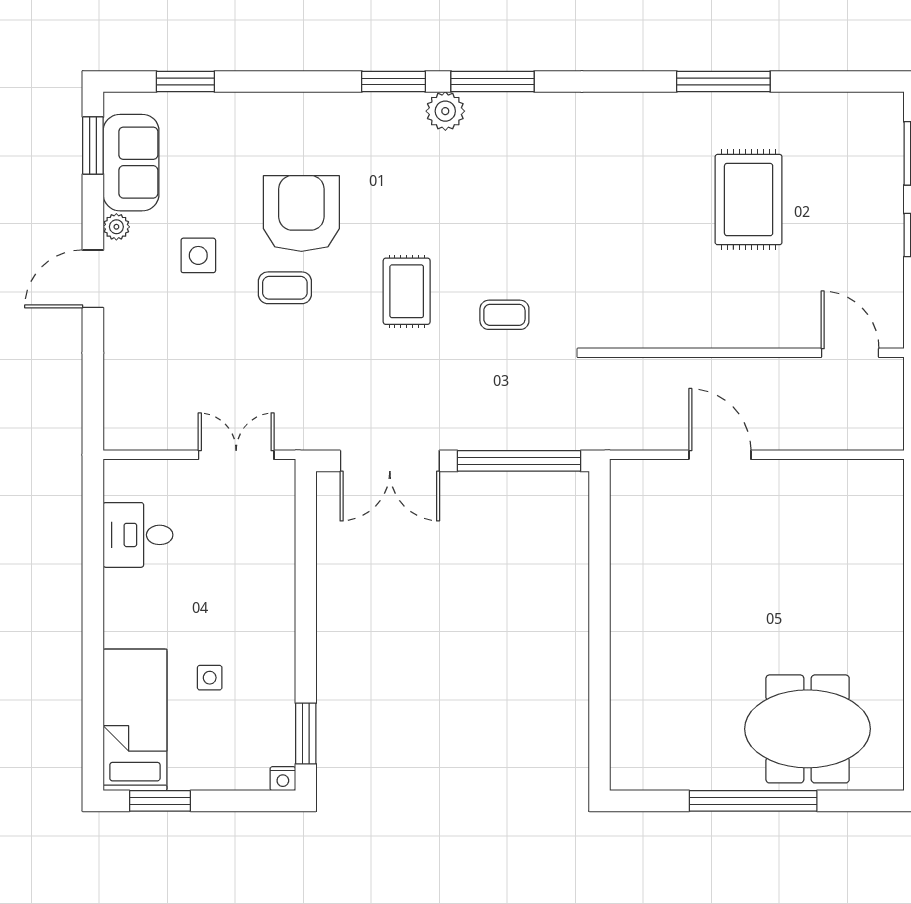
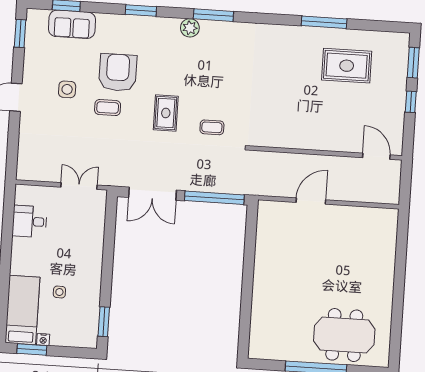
window: (393, 82) -> (141, 10), moved
sofa: (131, 163) -> (72, 24), moved, turned 90
rug: (749, 200) -> (347, 66), moved, turned 90
plant: (116, 227) -> (29, 73), removed
door: (720, 455) -> (311, 201), hinge flipped
nightstand: (283, 779) -> (43, 340), moved

